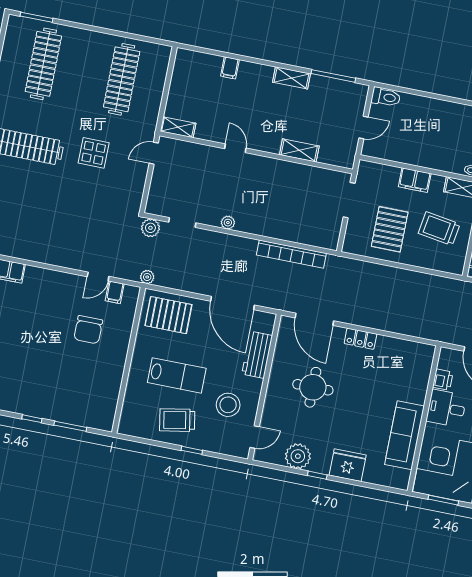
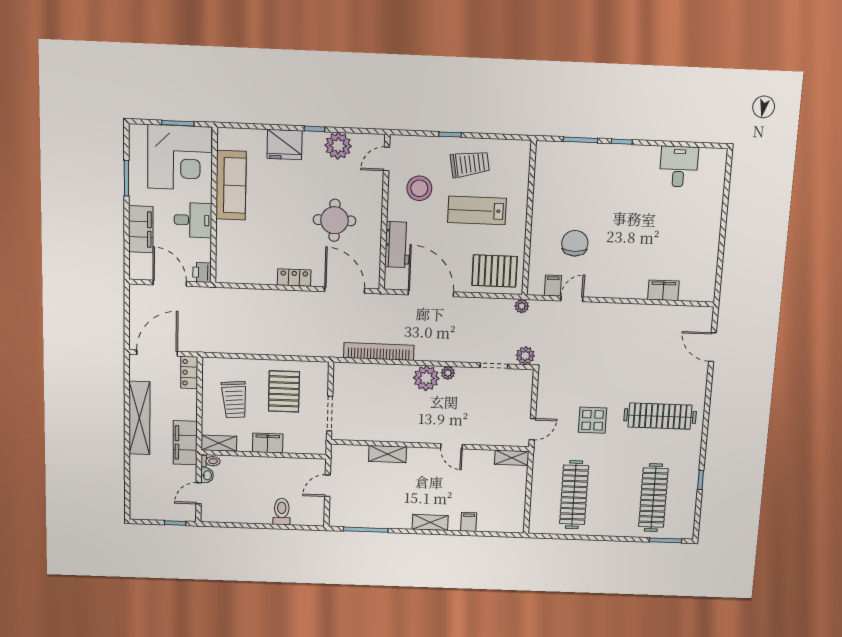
shelving: (291, 78) -> (430, 522), moved
toilet: (386, 97) -> (282, 512), moved, turned 90
plant: (250, 221) -> (426, 378), added
trolley: (439, 229) -> (234, 400), turned 76
printer: (443, 380) -> (202, 272), moved

